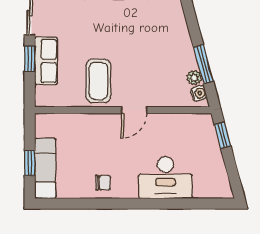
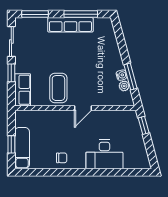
row of seats: (46, 61) -> (23, 90), moved
water cooler: (199, 93) -> (122, 75), moved

